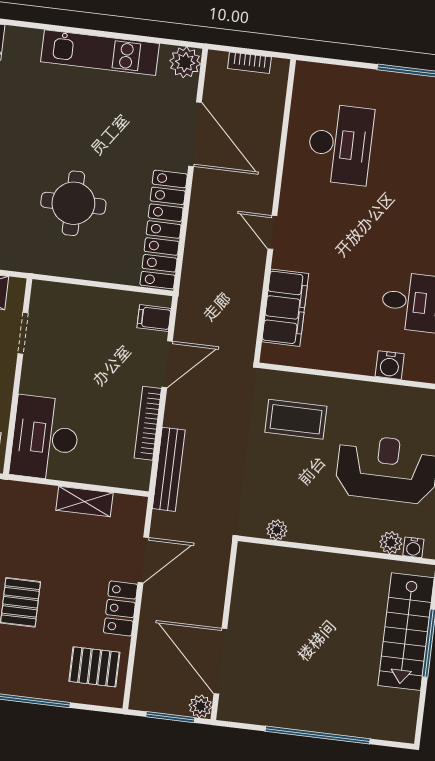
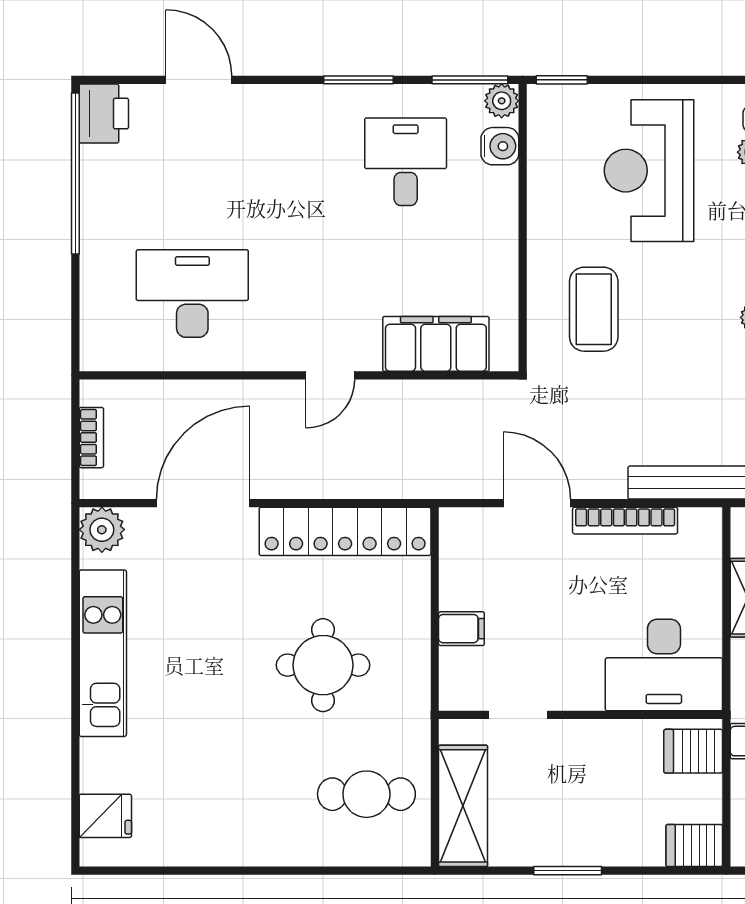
filing cabinet: (154, 318) -> (461, 629), moved, turned -90
water cooler: (390, 365) -> (500, 146), moved

